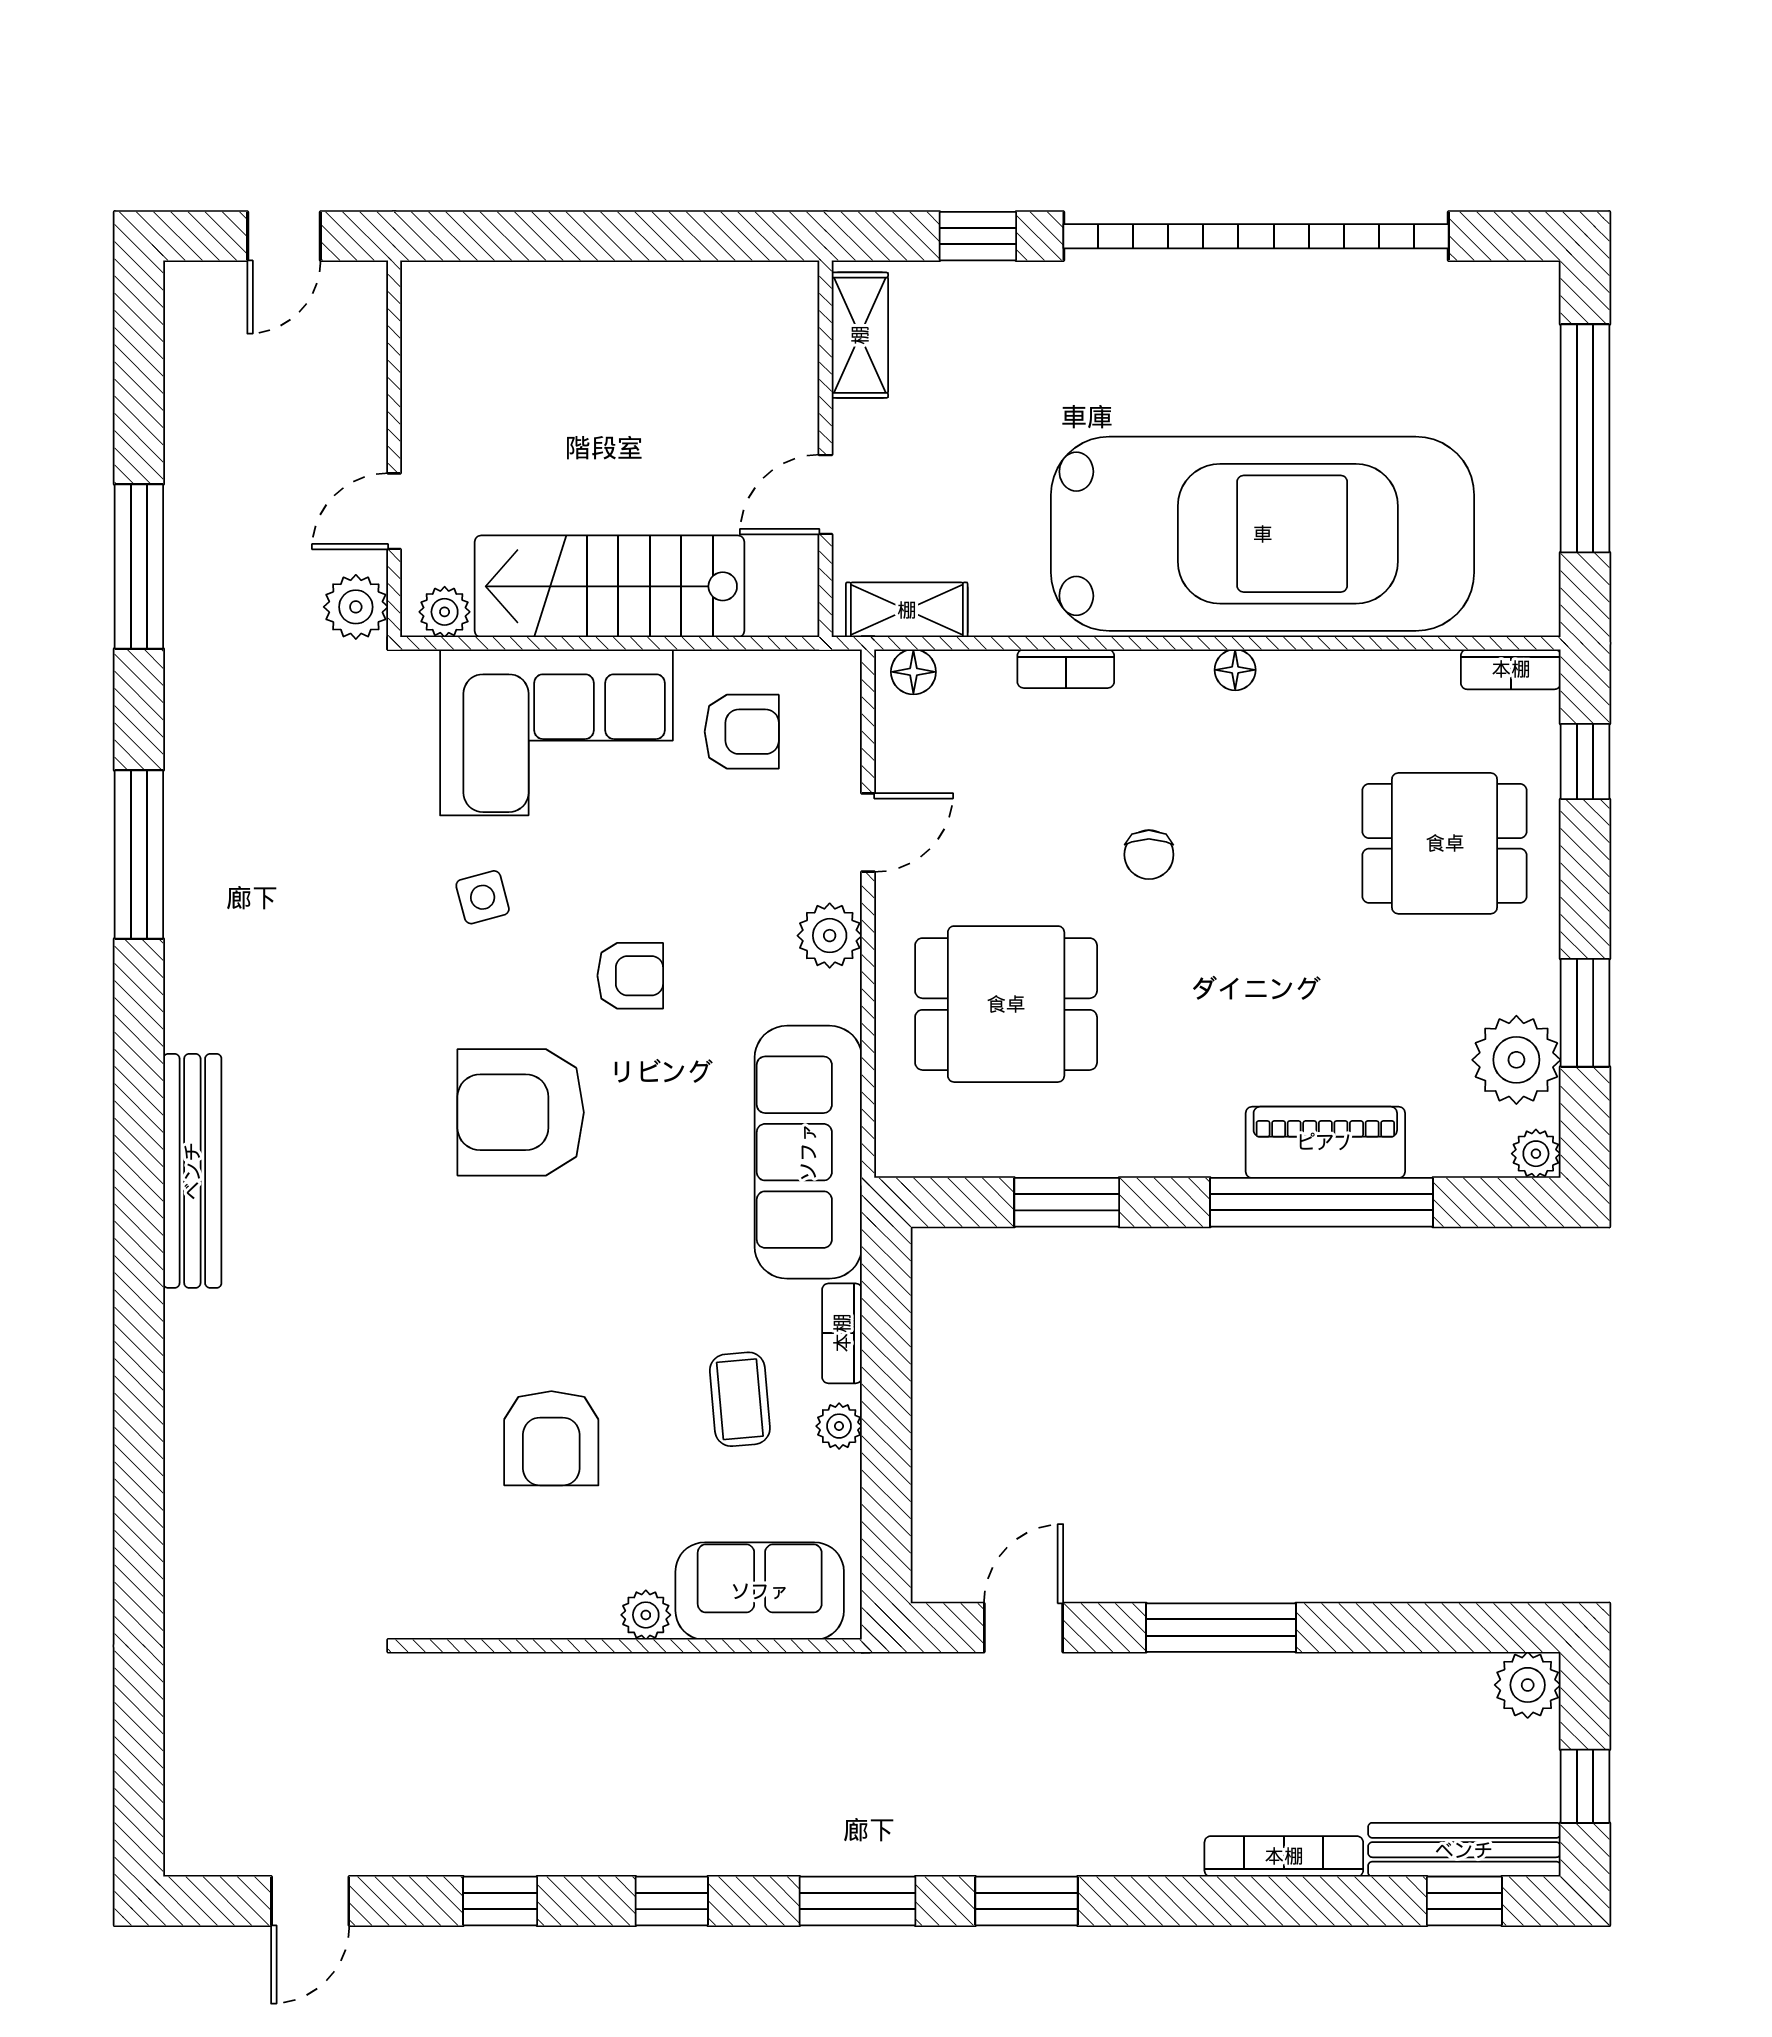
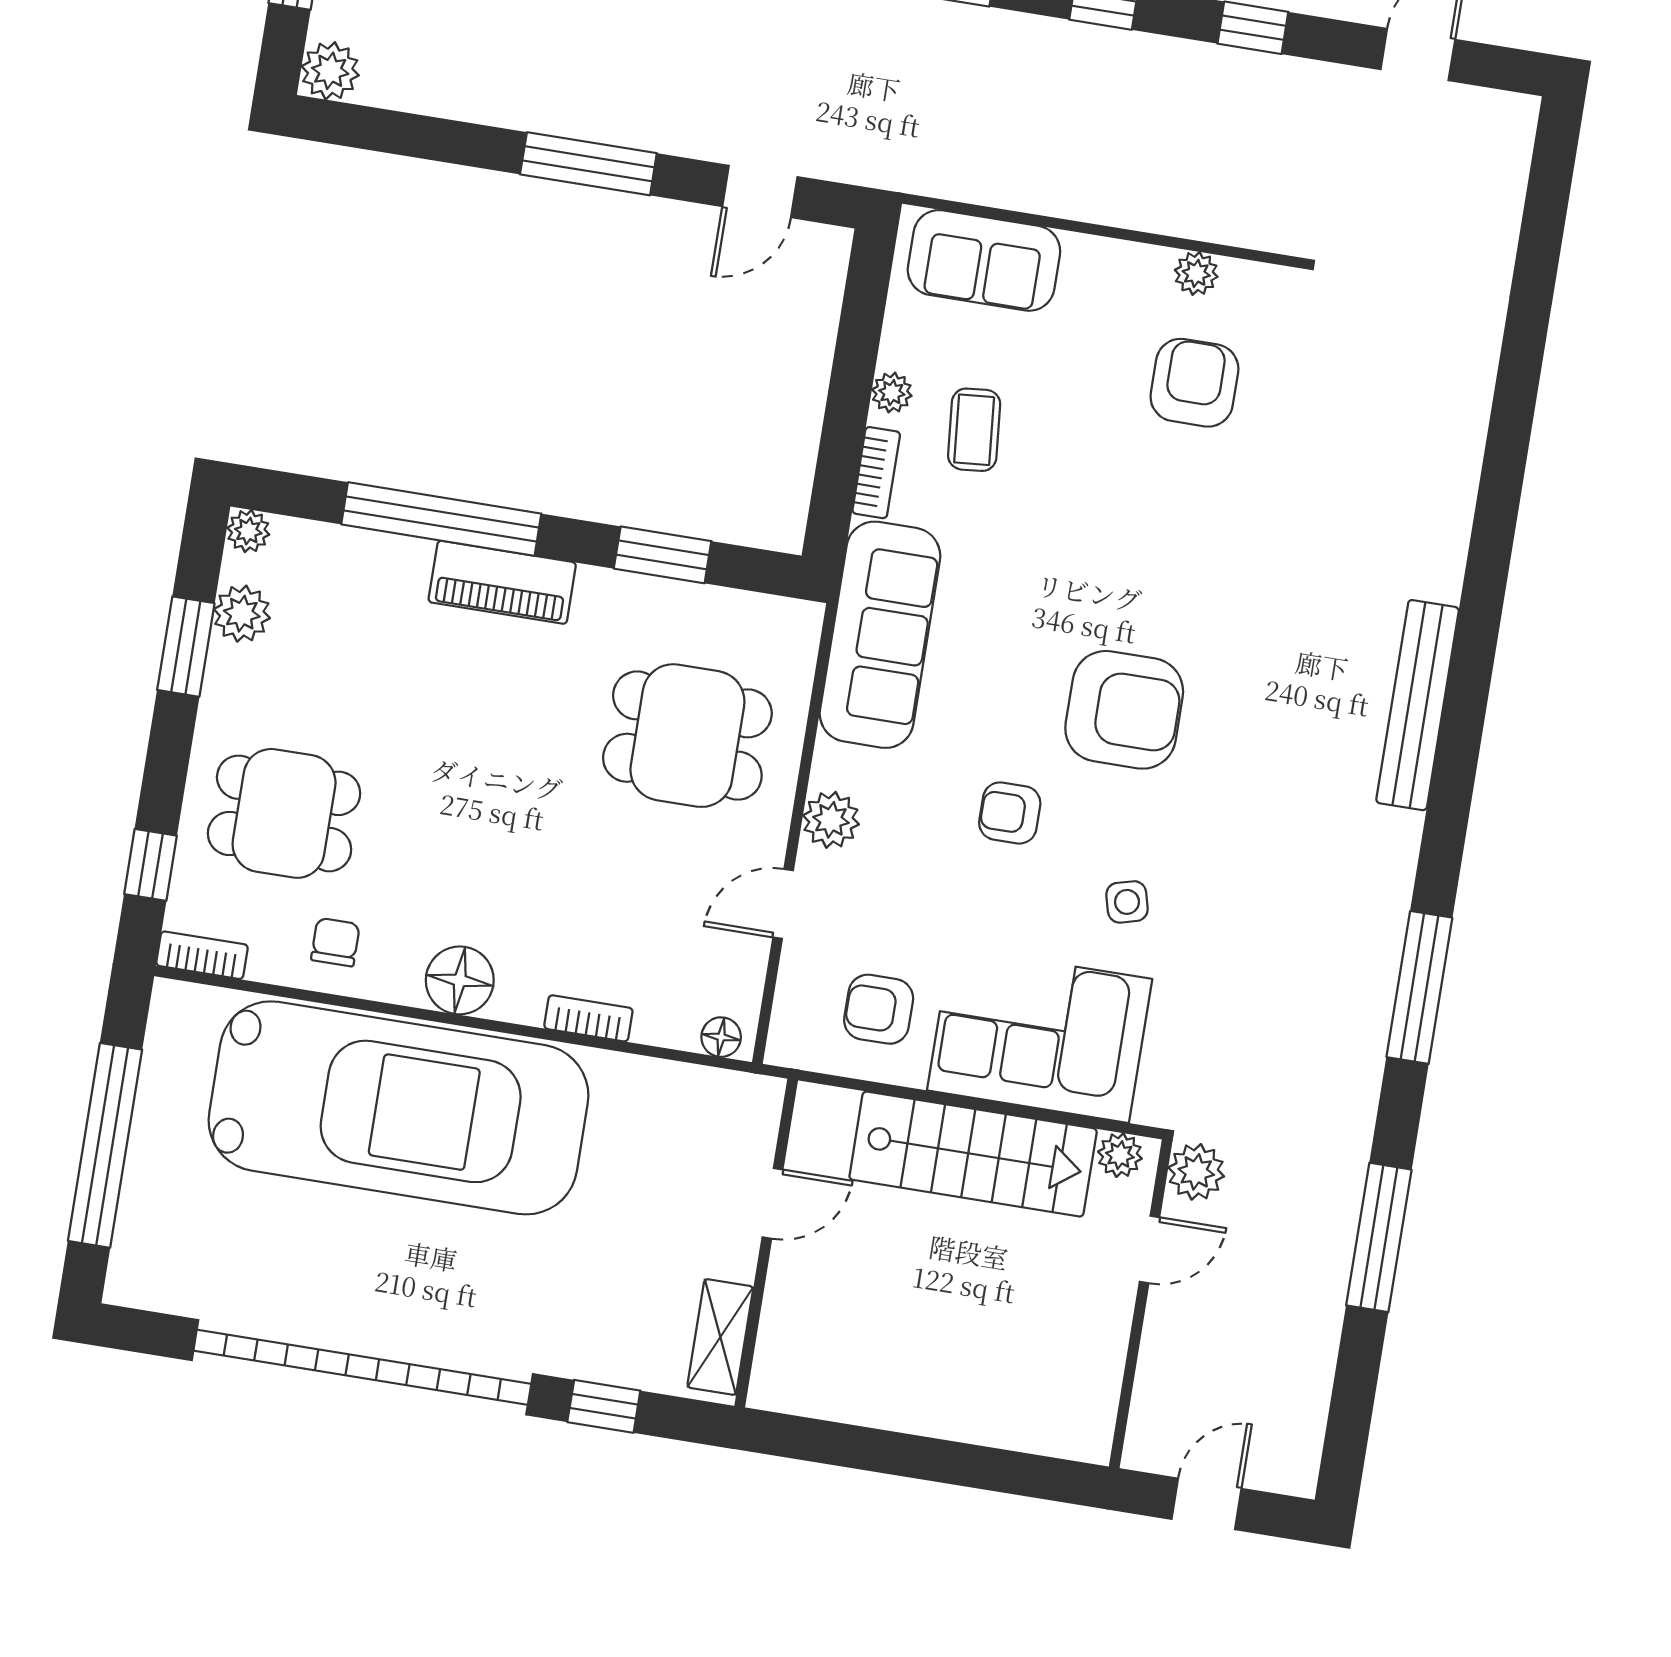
car: (1263, 534) -> (398, 1108), turned 180
shelving: (907, 610) -> (718, 1092), removed
floor lamp: (1235, 670) -> (460, 980), width x1.89, depth x1.89
chair: (1149, 855) -> (335, 942), moved
plant: (1516, 1060) -> (242, 614), width x0.73, depth x0.73
piano: (1325, 1142) -> (502, 582), moved
armchair: (551, 1438) -> (1194, 383), moved
plant: (646, 1615) -> (1196, 273), moved

